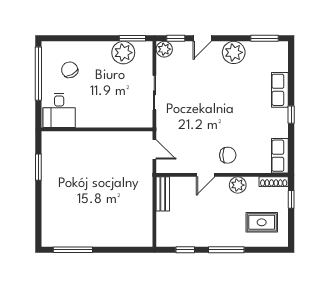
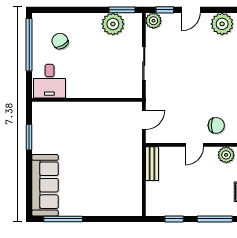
door: (154, 149) -> (144, 120), hinge flipped
sofa: (55, 216) -> (45, 185), added

